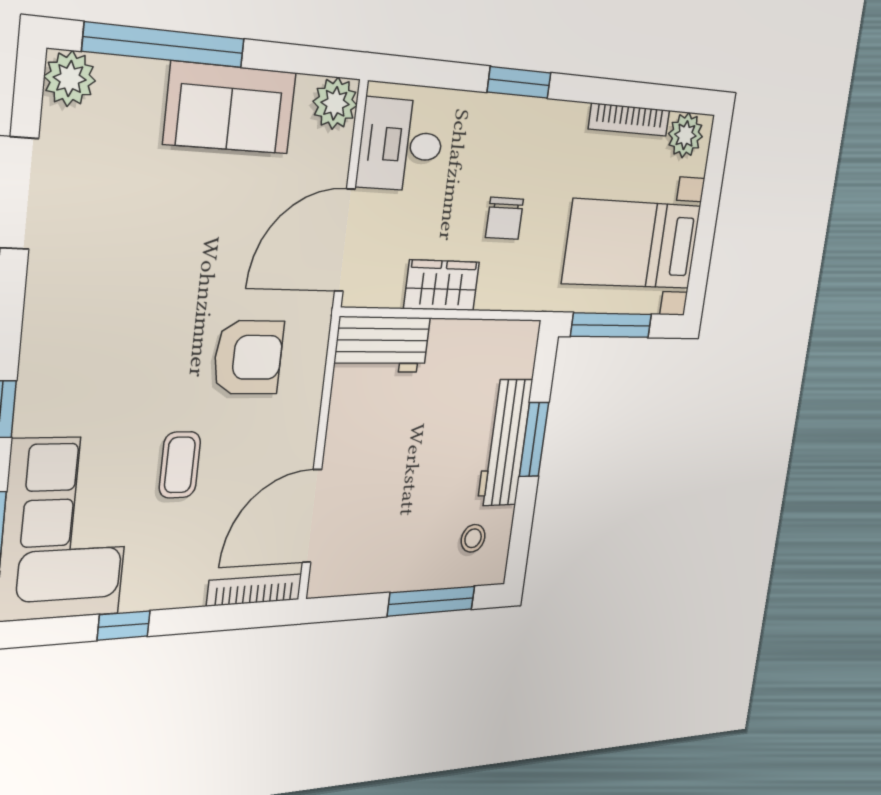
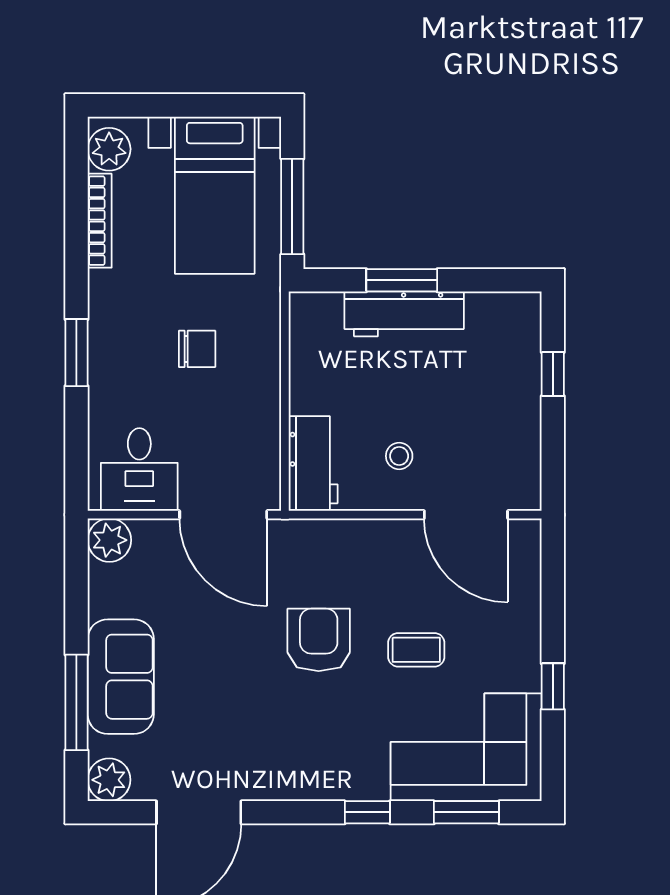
window: (165, 45) -> (76, 702), width x0.68
sofa: (230, 108) -> (121, 677), moved
wardrobe: (442, 285) -> (259, 408), removed
armchair: (248, 357) -> (319, 640), moved
stool: (473, 538) -> (399, 456), moved
bookcase: (254, 590) -> (530, 564), removed
window: (431, 601) -> (553, 374), width x0.46

